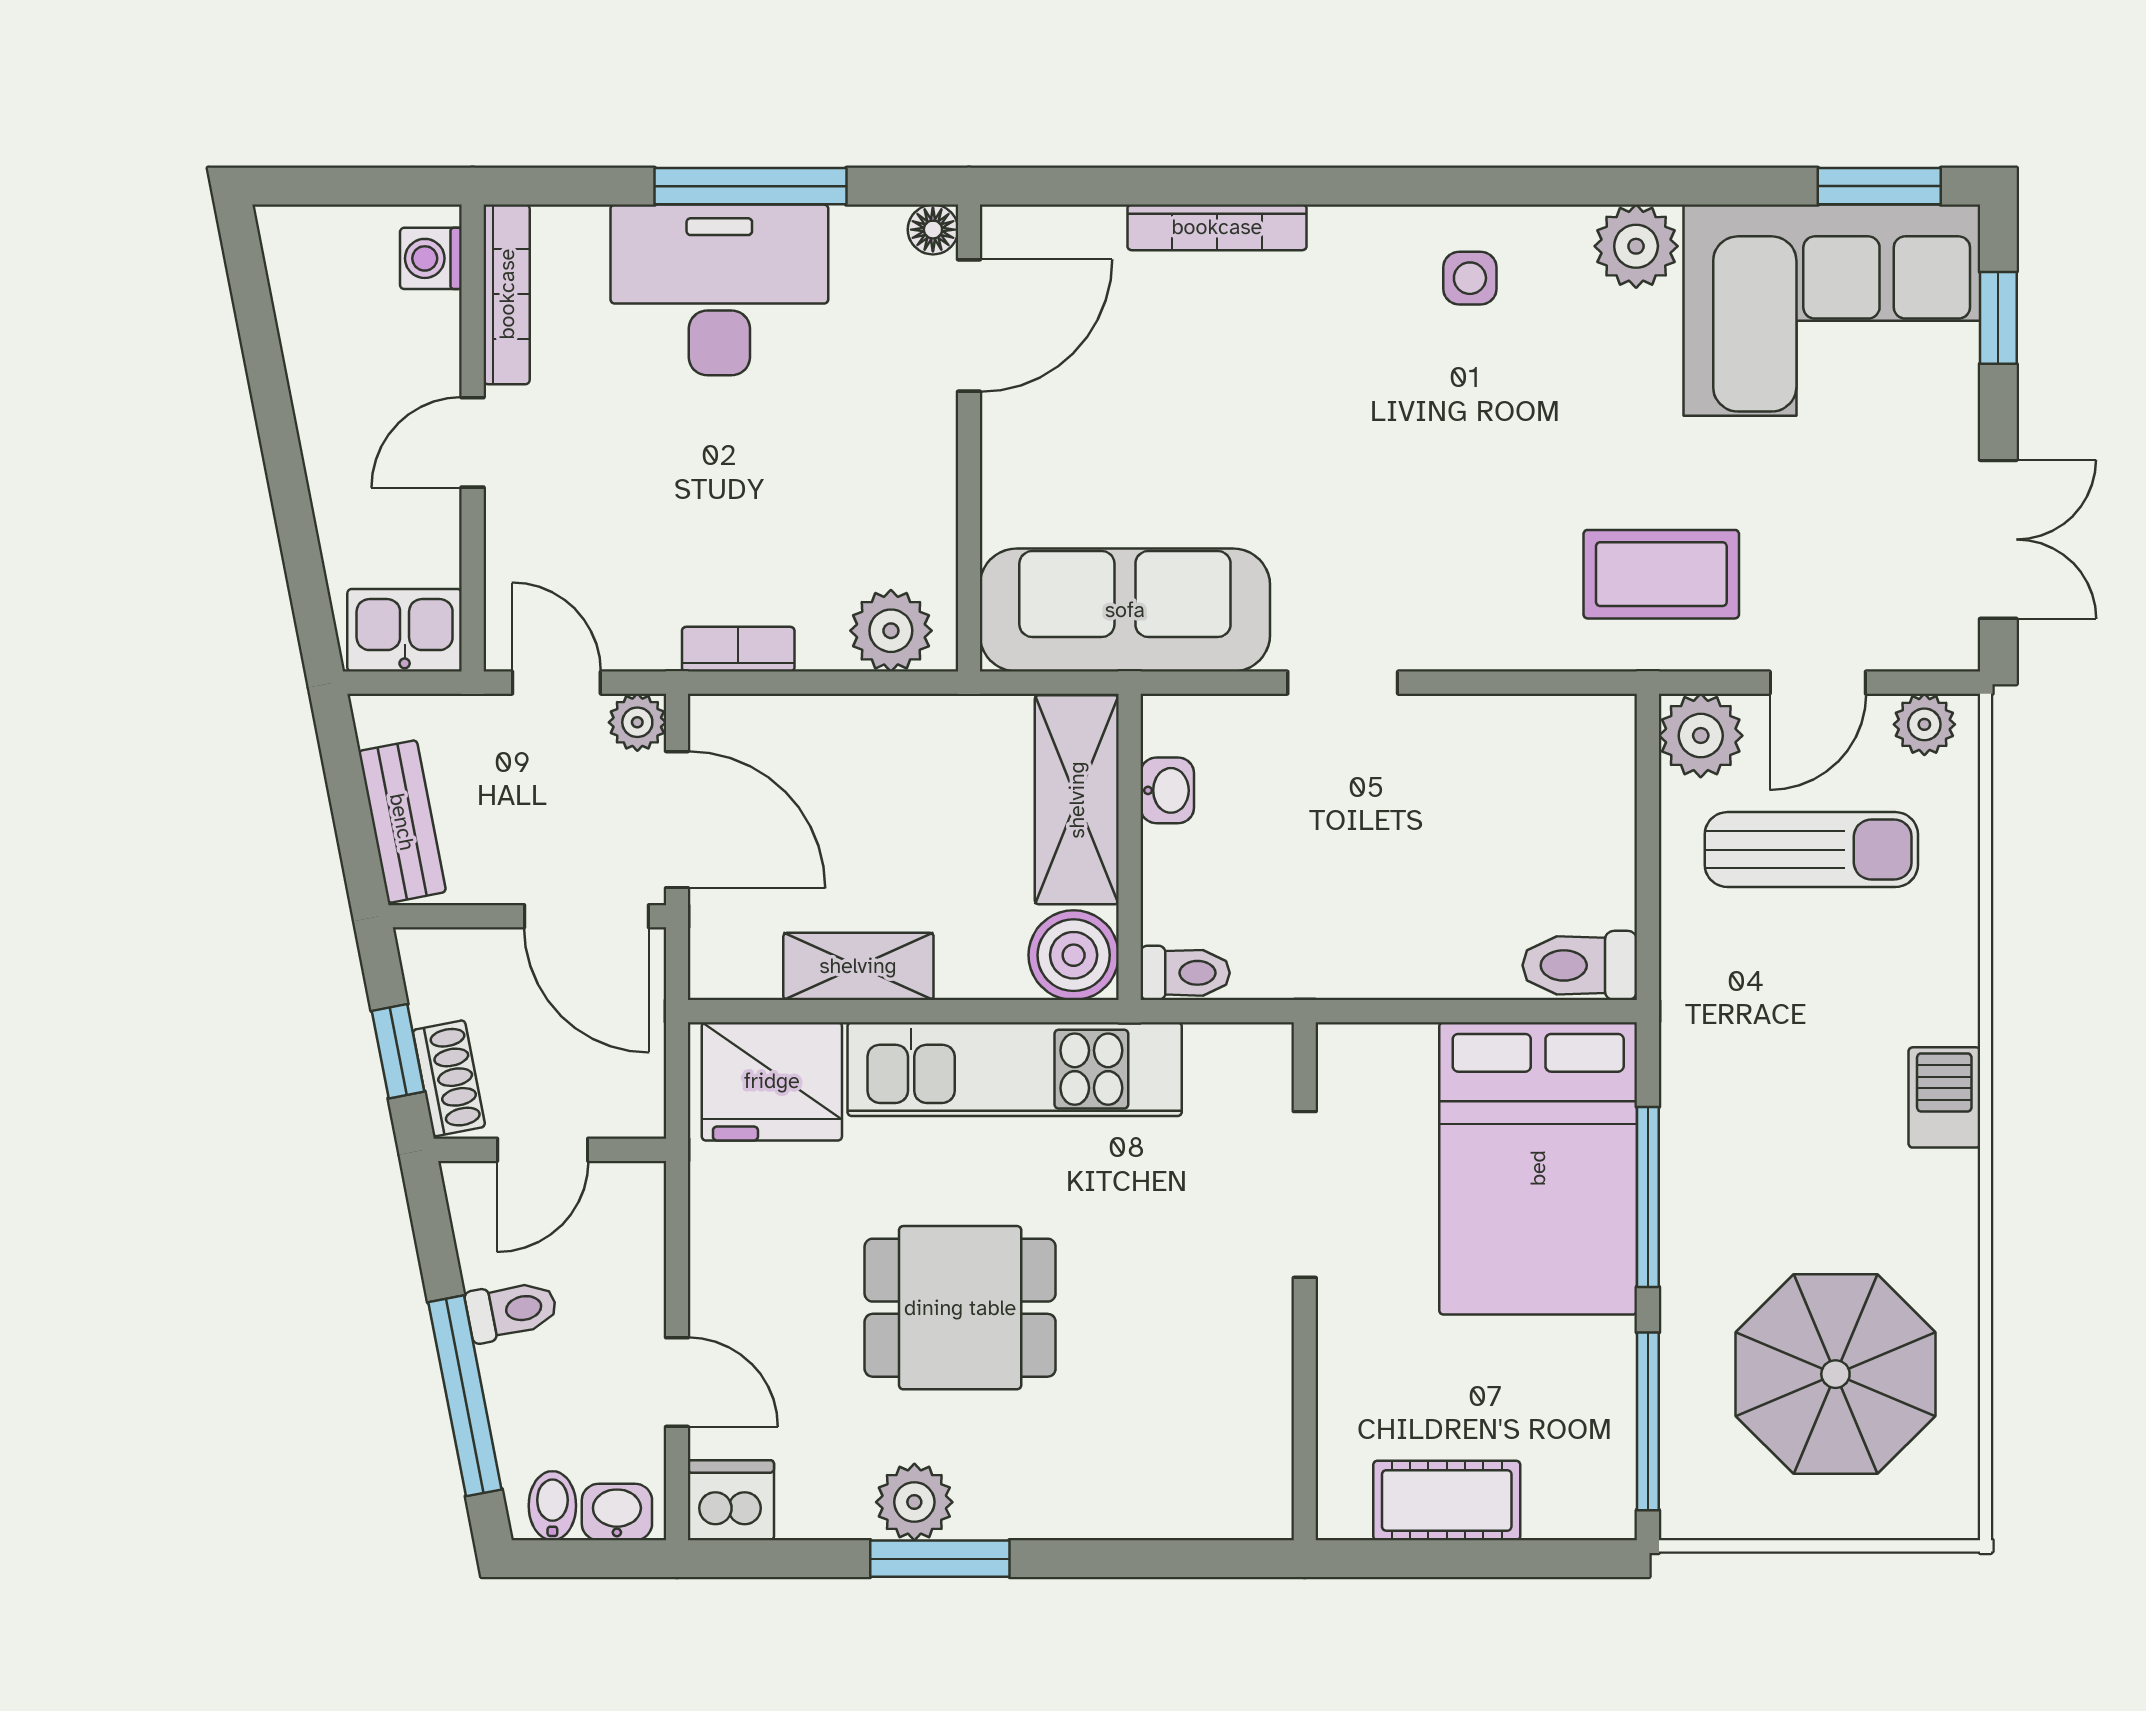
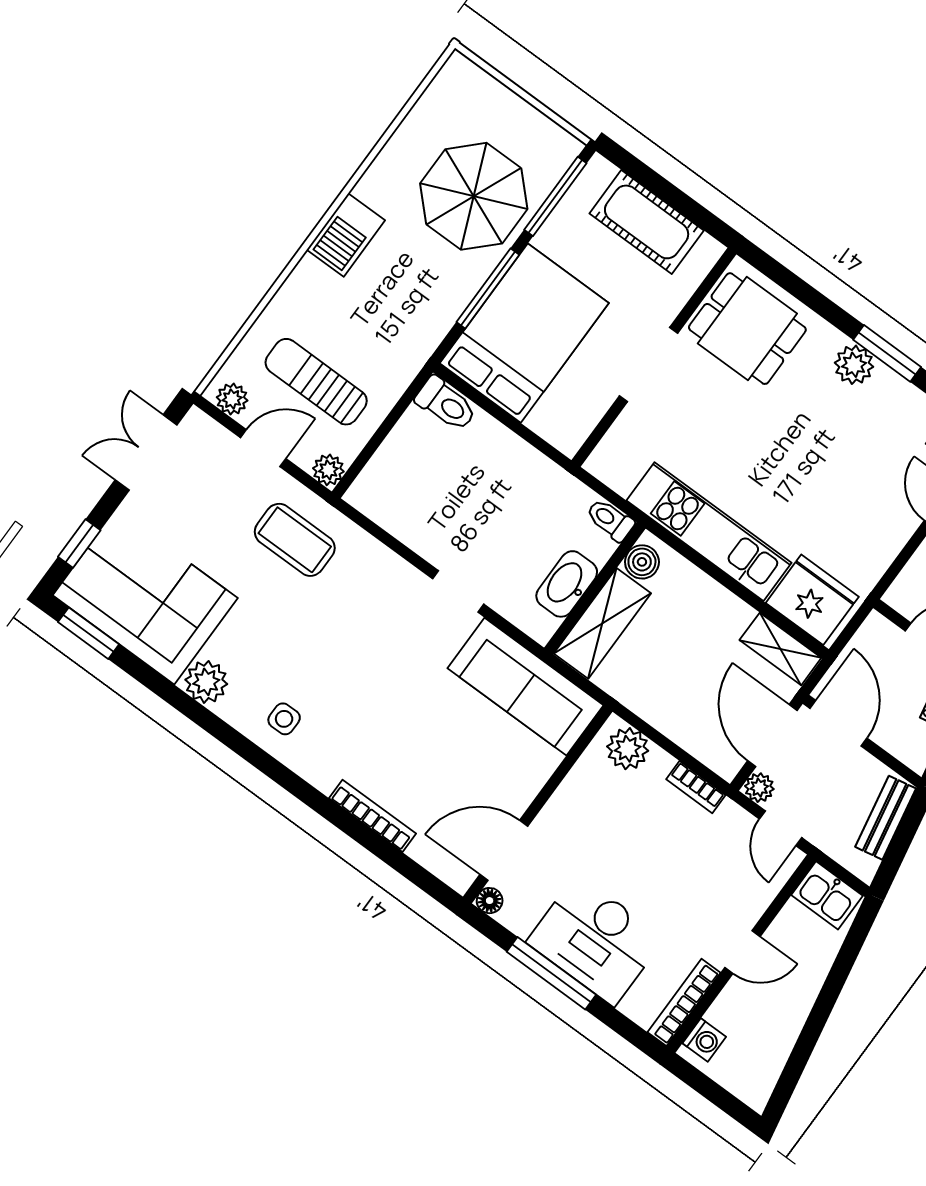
plant: (1701, 736) -> (328, 470), width x0.73, depth x0.73
washbasin: (1167, 790) -> (567, 584), width x1.91, depth x1.45
boiler: (1074, 955) -> (642, 562), width x0.73, depth x0.73
shelving: (858, 966) -> (780, 649), moved
barbecue: (1944, 1097) -> (346, 235), width x1.38, depth x1.27
doorway: (1305, 1194) -> (649, 365), moved
dining table: (960, 1308) -> (747, 329), moved
parasol: (1835, 1374) -> (474, 196), moved
cot: (1447, 1500) -> (647, 222), width x1.37, depth x1.34
plant: (914, 1502) -> (854, 365), moved

